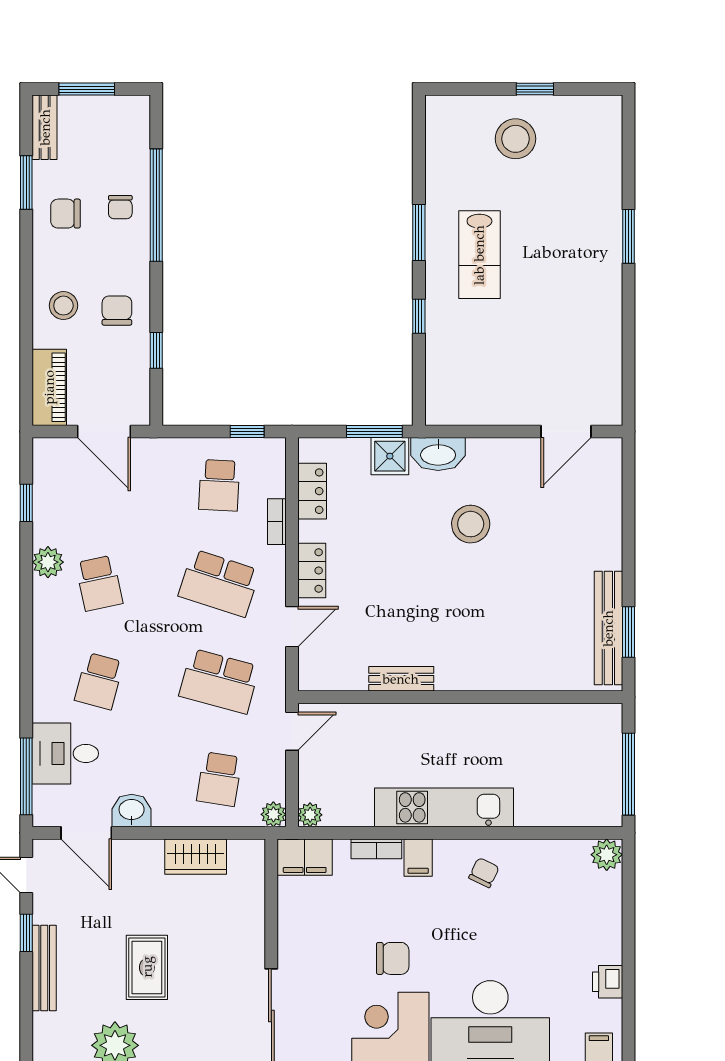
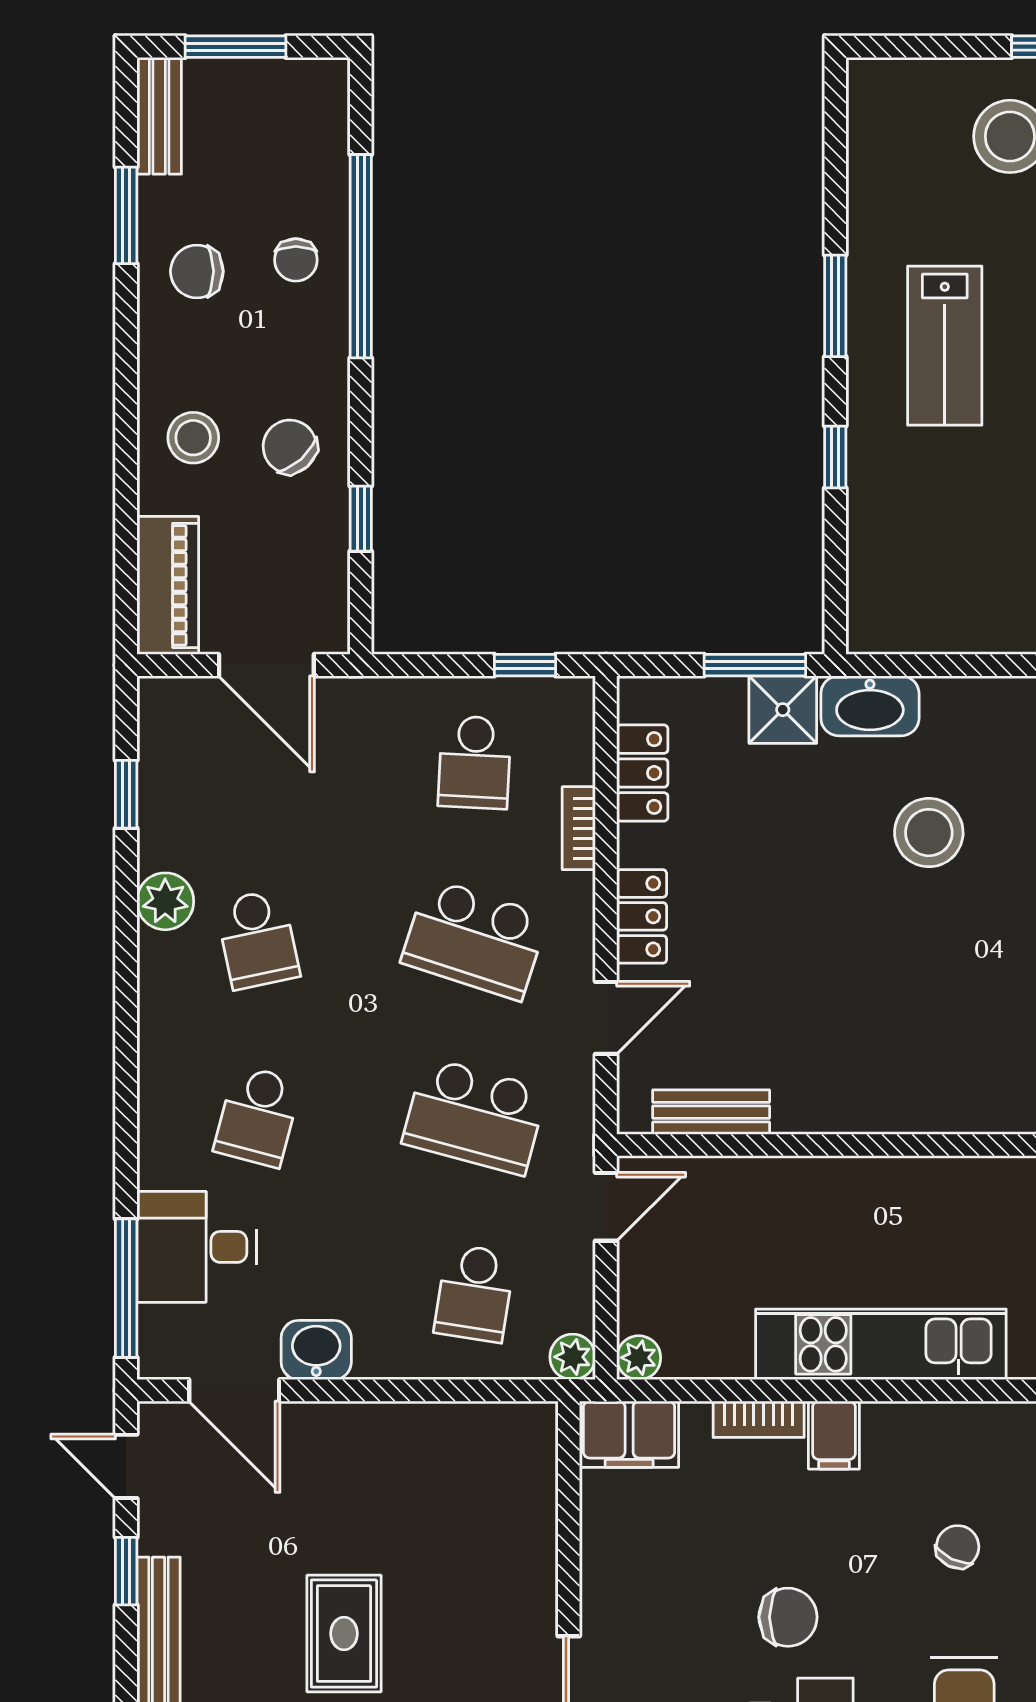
chair: (117, 311) -> (290, 447), turned -42
bench: (401, 679) -> (711, 1112), moved
wardrobe: (196, 857) -> (432, 1433), removed
chair: (484, 873) -> (958, 1547), moved

